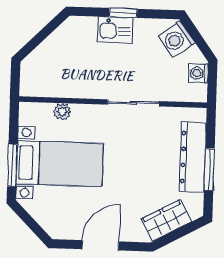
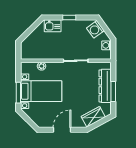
kitchen sink: (115, 30) -> (53, 26), moved

